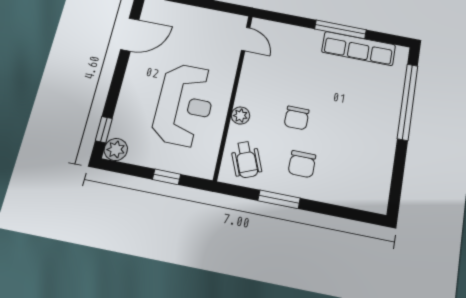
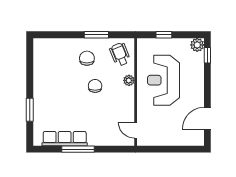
window: (408, 102) -> (30, 110), width x0.47

